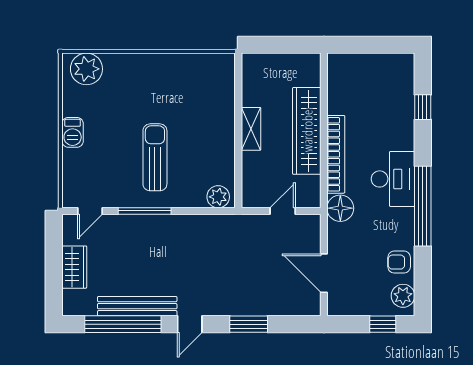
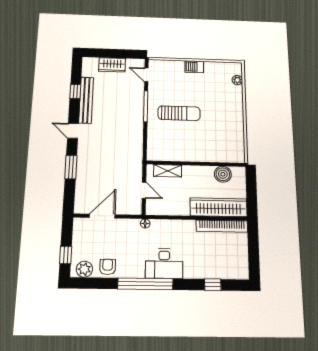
plant: (86, 69) -> (237, 80), width x0.53, depth x0.53
boiler: (254, 89) -> (223, 174), added
shelving: (251, 129) -> (168, 171), moved
wardrobe: (307, 131) -> (219, 207), moved
bookcase: (336, 154) -> (222, 226), moved
plant: (218, 197) -> (154, 150), removed
floor lamp: (340, 208) -> (145, 224), width x0.53, depth x0.53
window: (123, 324) -> (75, 91), width x0.32

